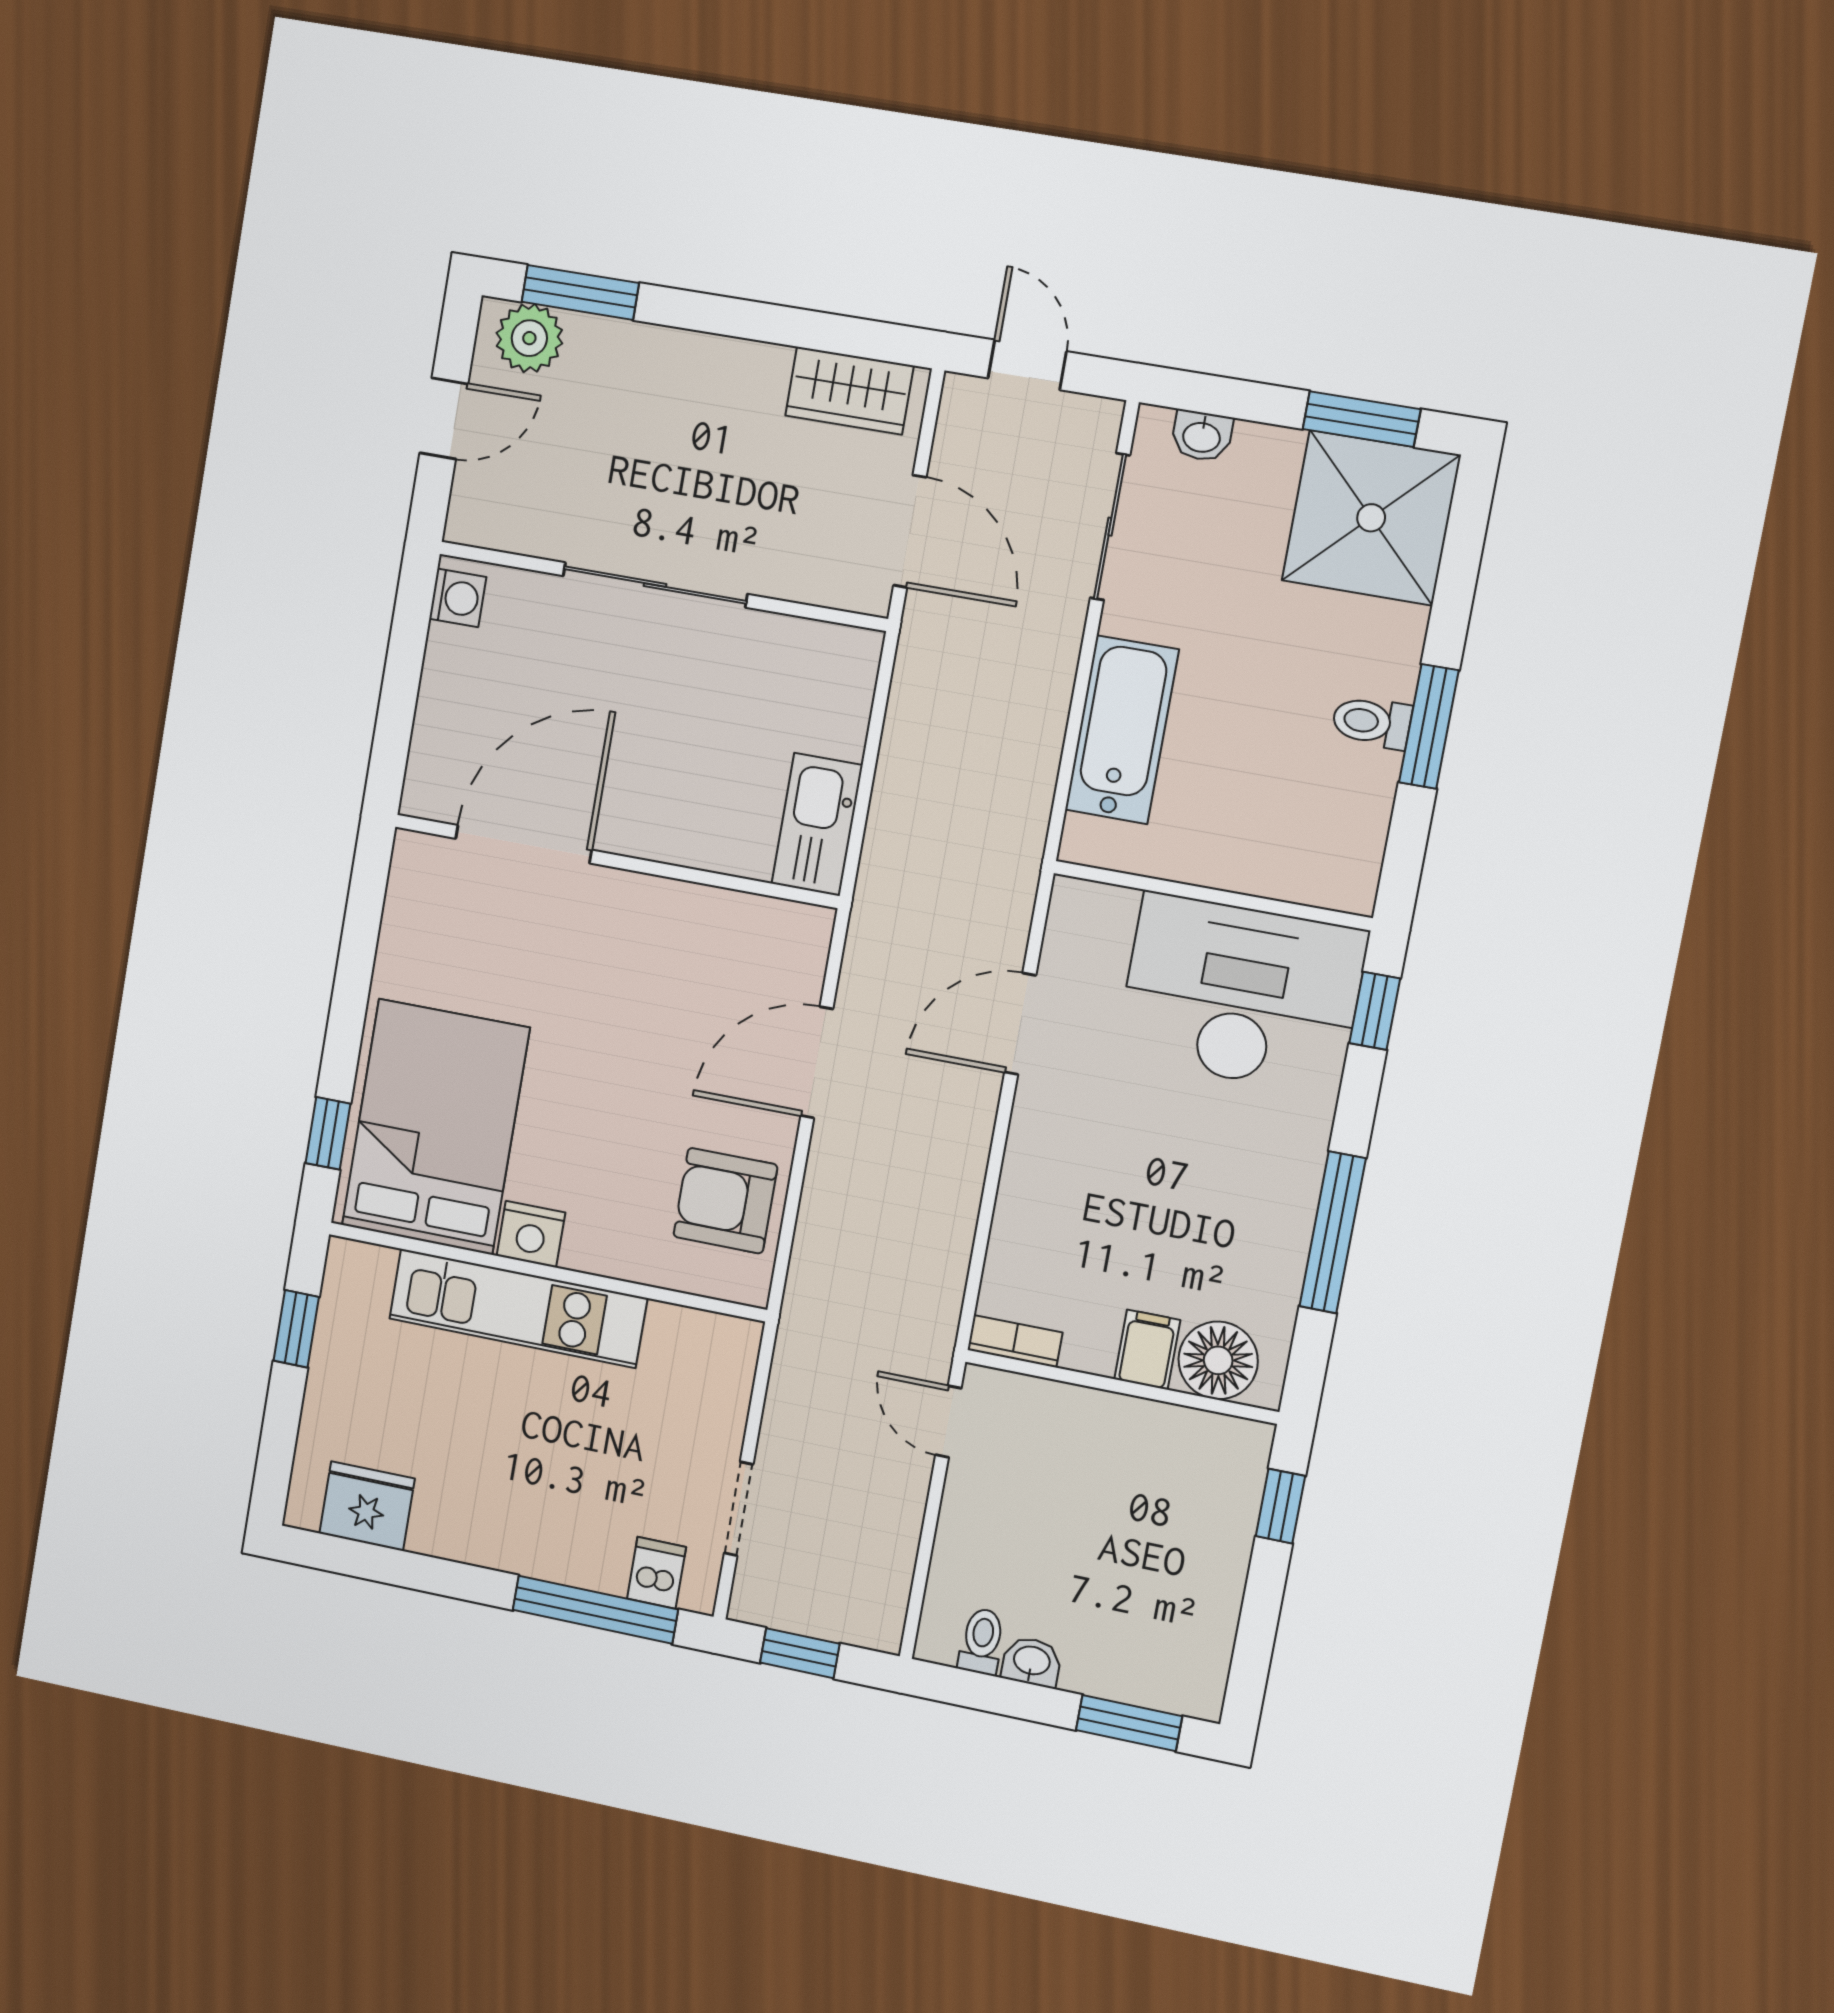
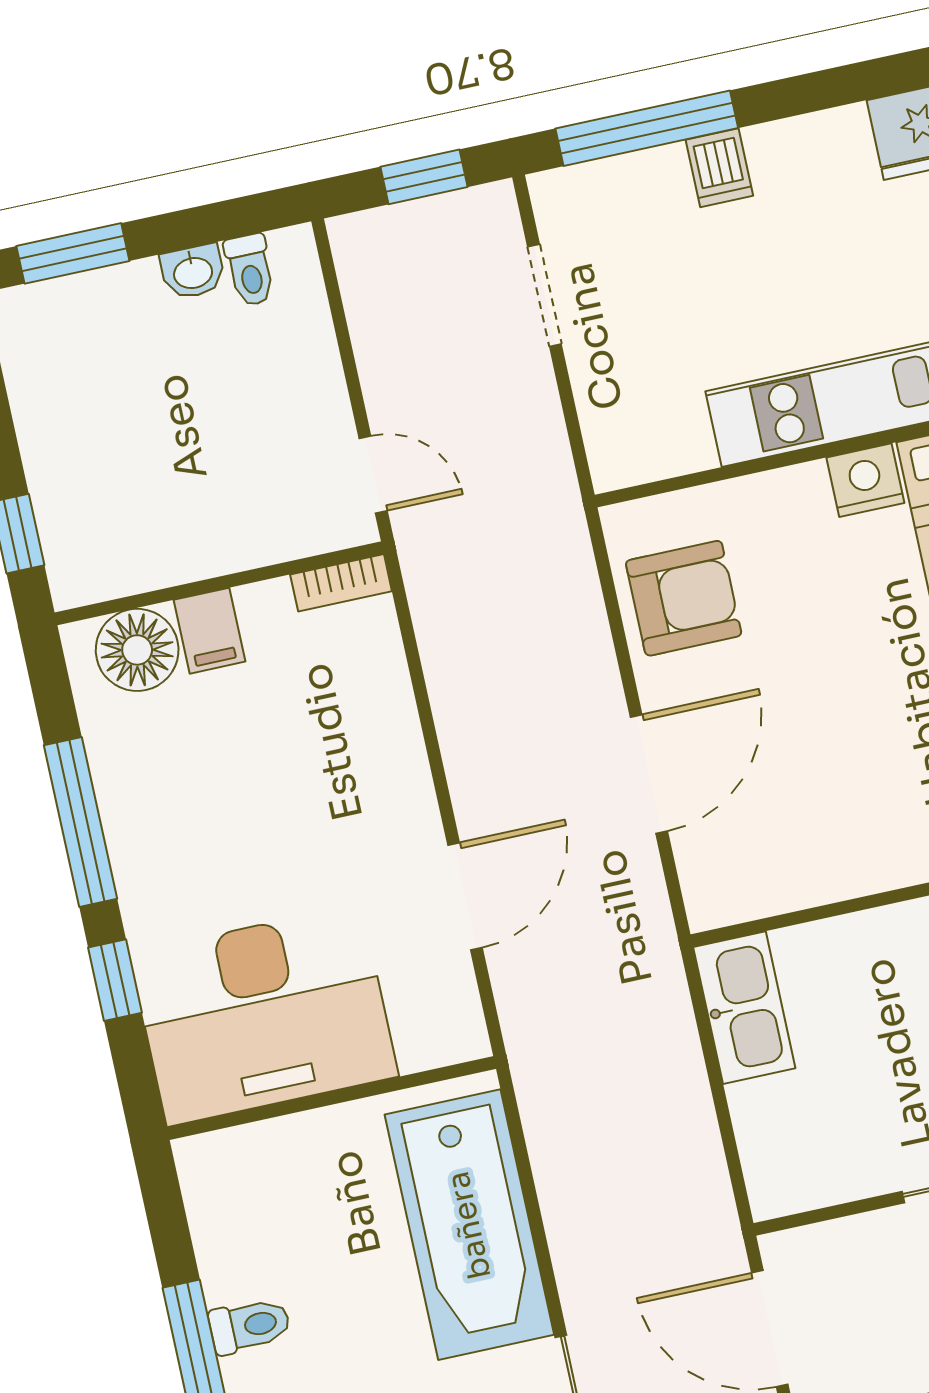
bathtub: (1122, 730) -> (469, 1225), width x1.36, depth x1.36
window: (1375, 1011) -> (115, 980), moved
dishwasher: (656, 1573) -> (719, 168), moved

